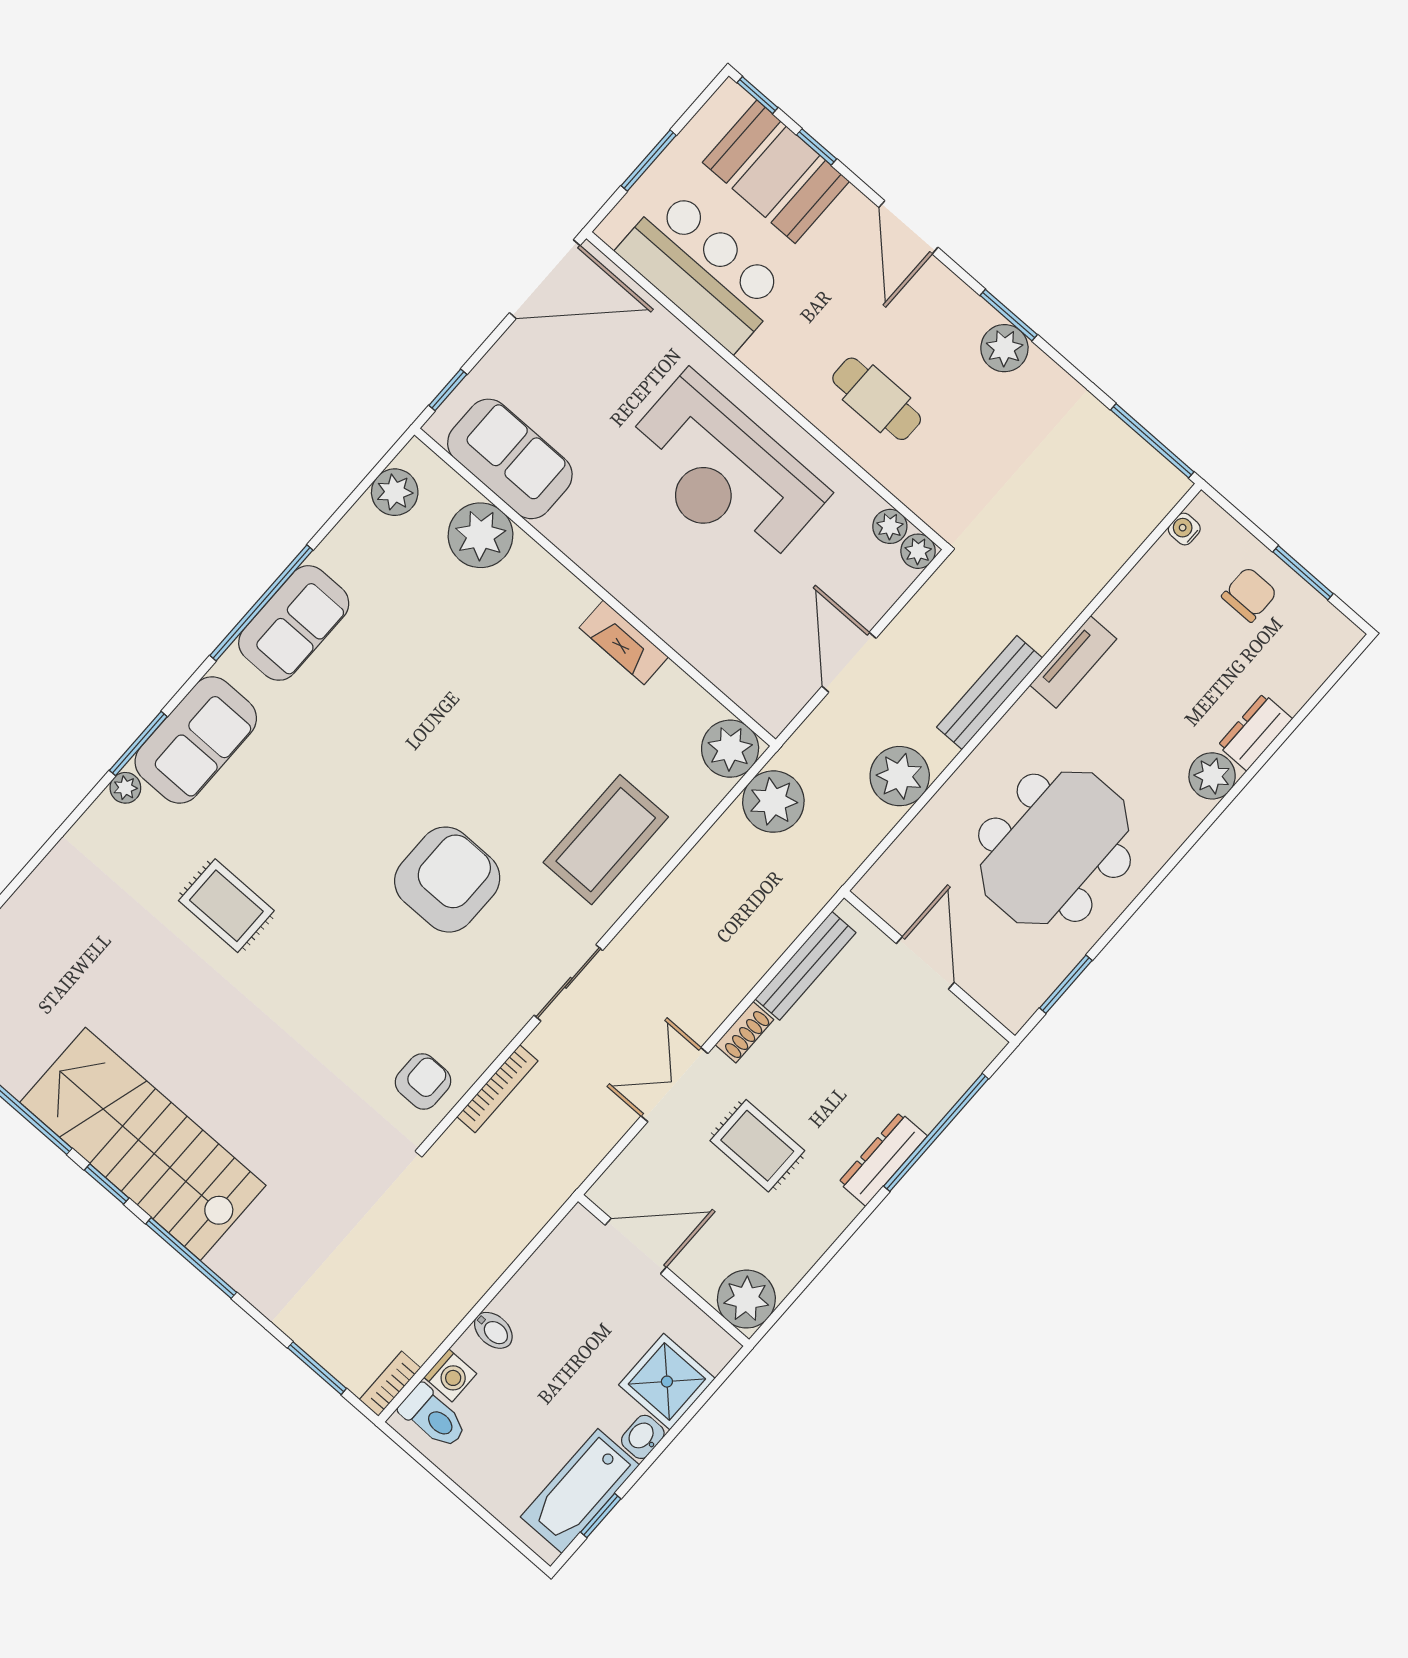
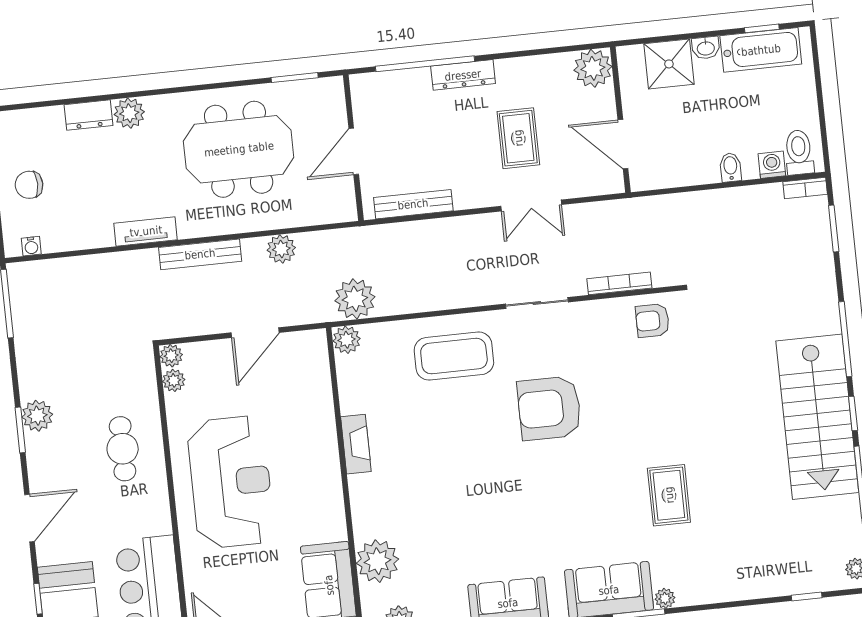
plant: (730, 749) -> (347, 340), width x0.73, depth x0.73
plant: (900, 776) -> (281, 249), width x0.73, depth x0.73
shoe rack: (744, 1032) -> (473, 199), removed

